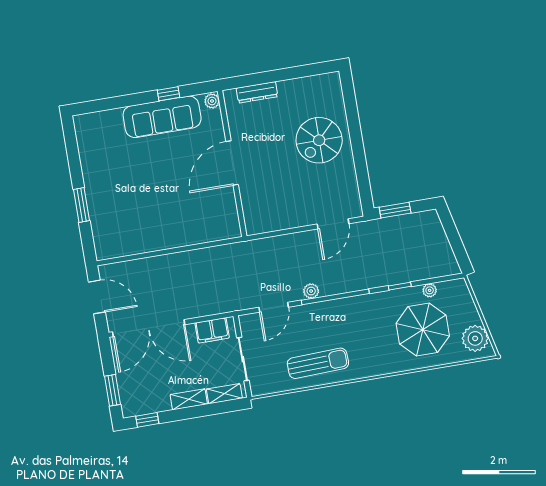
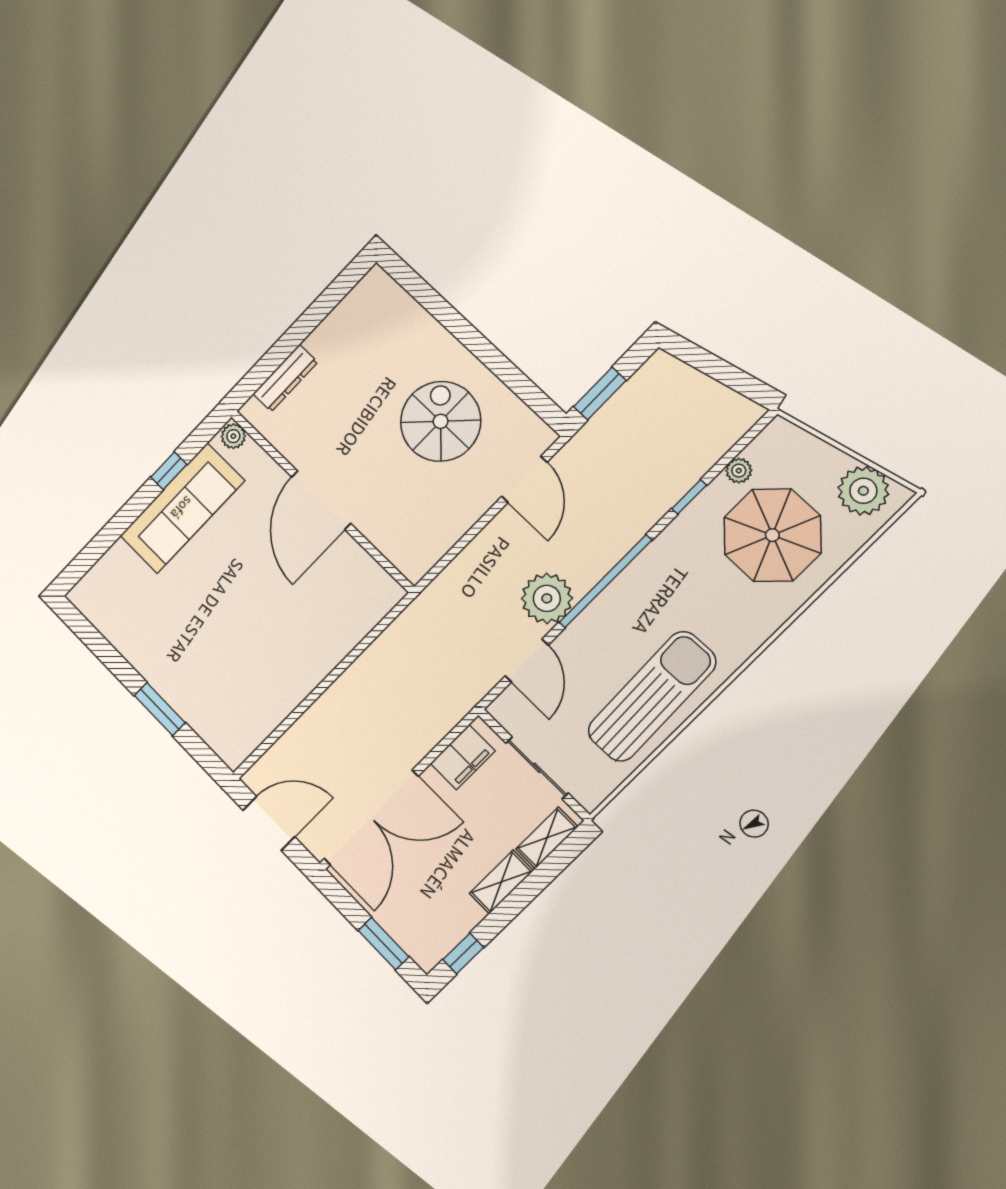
spiral stairs: (319, 140) -> (441, 421), moved, turned 180
plant: (311, 291) -> (547, 598), width x1.88, depth x1.88
sun lounger: (318, 363) -> (652, 696), width x1.36, depth x1.34

